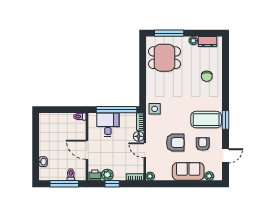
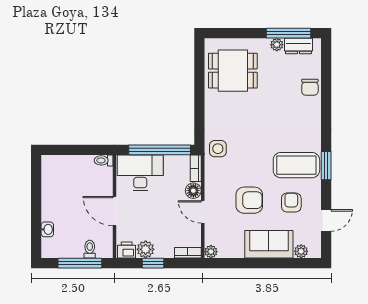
window: (169, 33) -> (288, 33), moved
chair: (207, 76) -> (310, 87), moved
desk: (108, 125) -> (140, 173), width x1.37

